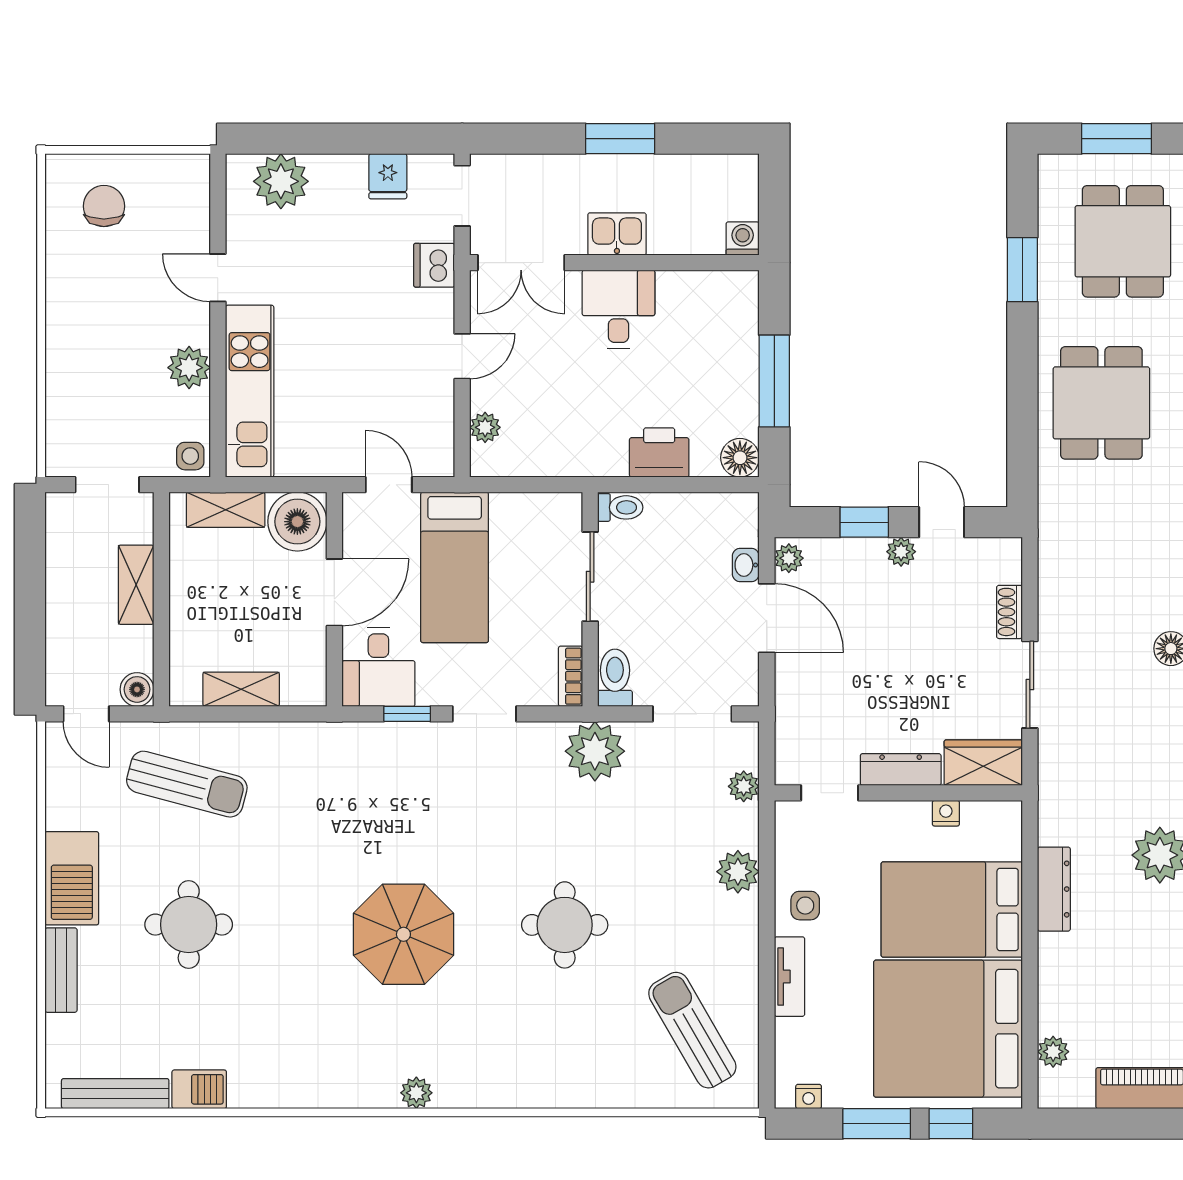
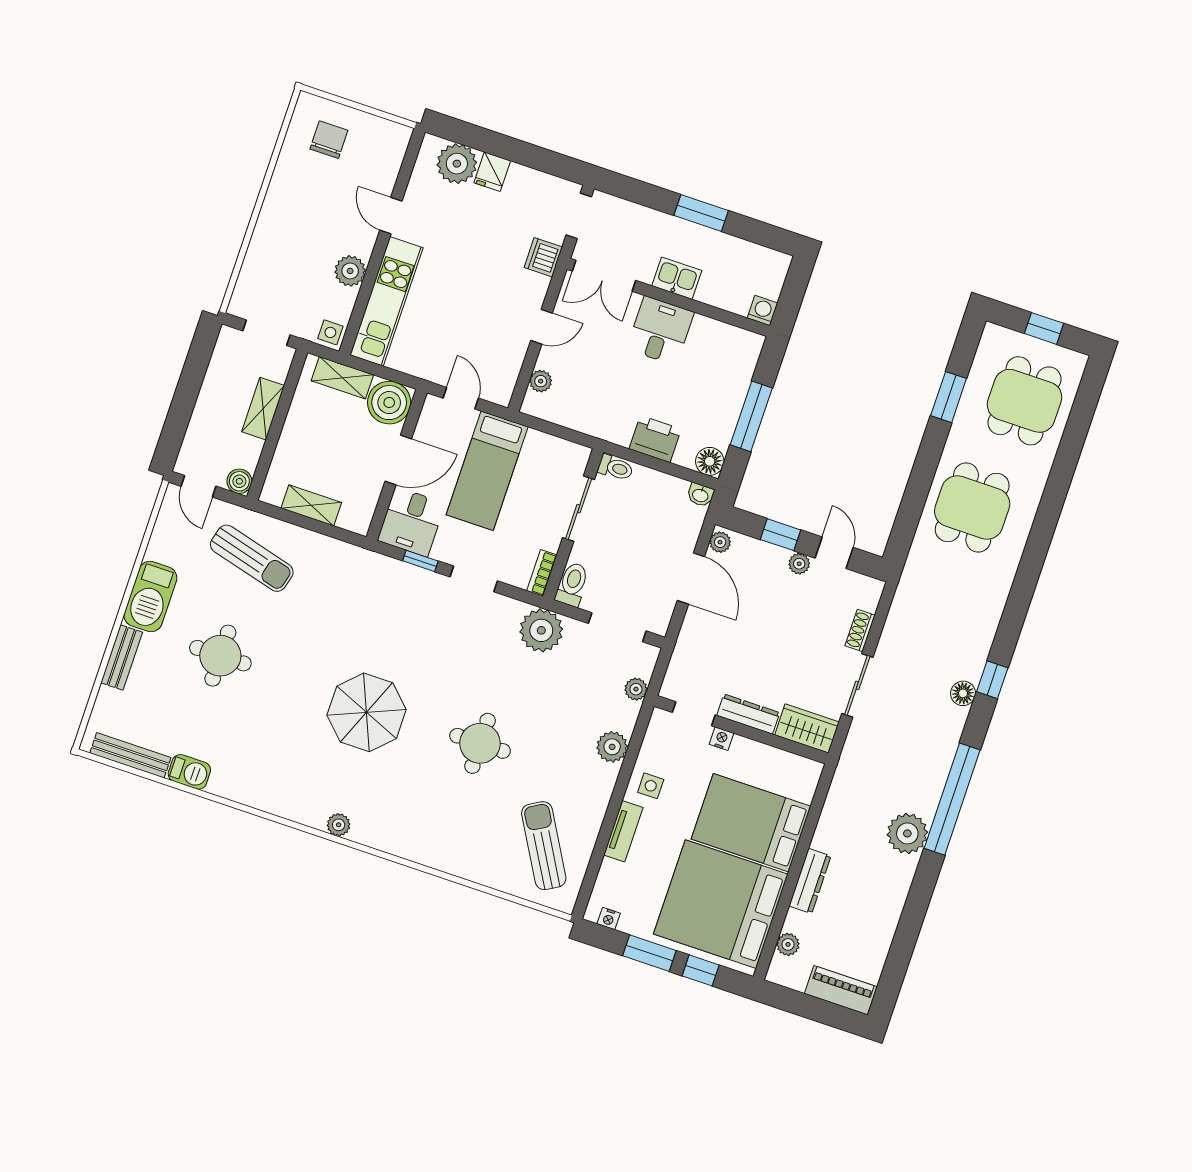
window: (1117, 139) -> (1044, 328), width x0.67
fridge: (388, 176) -> (492, 172), moved
washbasin: (746, 565) -> (700, 495), moved, turned -90
nightstand: (946, 813) -> (721, 739), moved
dresser: (1054, 889) -> (810, 881), moved

